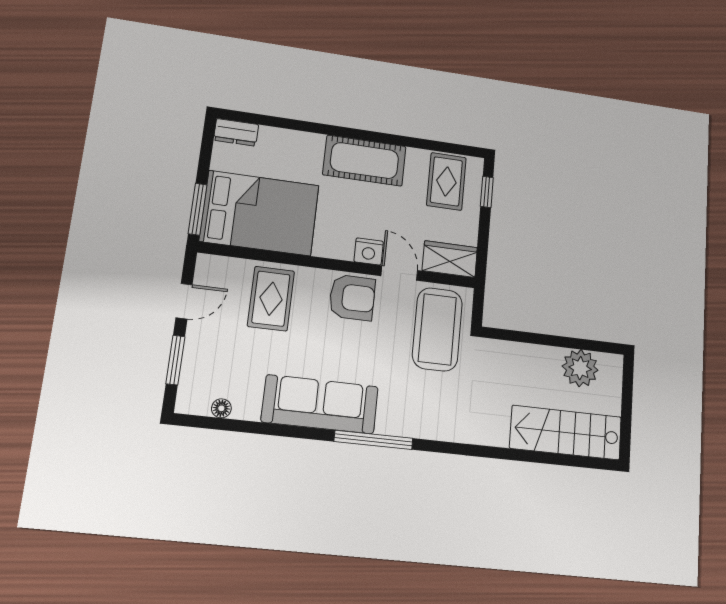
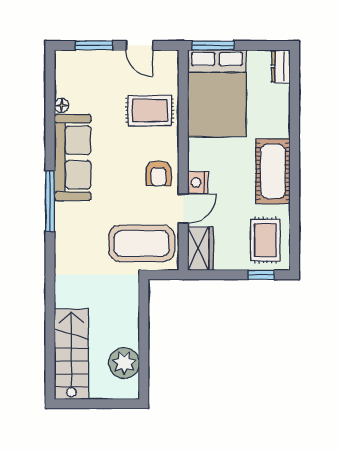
rug: (446, 181) -> (265, 240), turned 90
armchair: (352, 298) -> (159, 173), width x0.72, depth x0.72
floor lamp: (221, 408) -> (61, 105), moved

